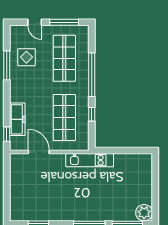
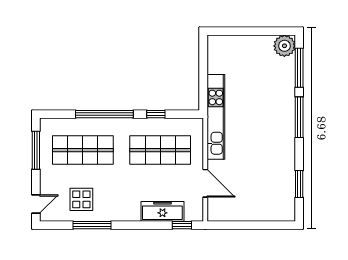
door: (35, 22) -> (36, 204), moved
door: (39, 152) -> (205, 183), swing flipped
kitchen unit: (90, 160) -> (216, 117), width x1.36

